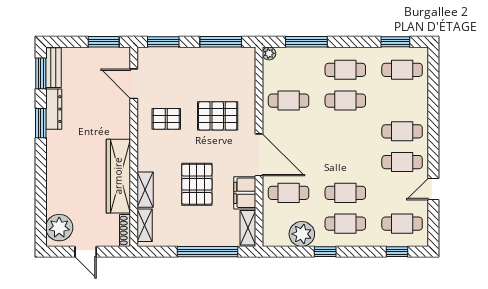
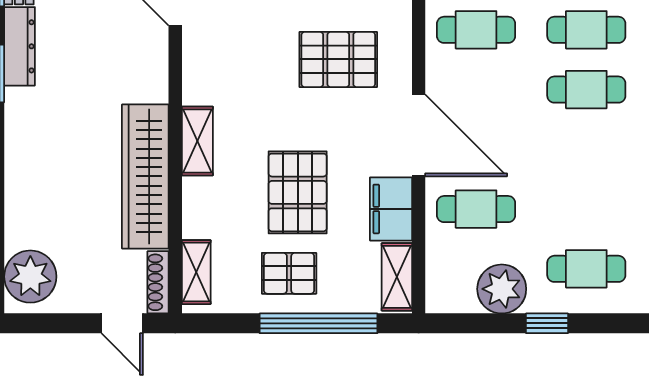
pallet: (166, 119) -> (289, 273), moved
shelving: (145, 190) -> (197, 141), moved
cafe table: (345, 193) -> (586, 90), moved
door: (86, 252) -> (122, 323), moved

